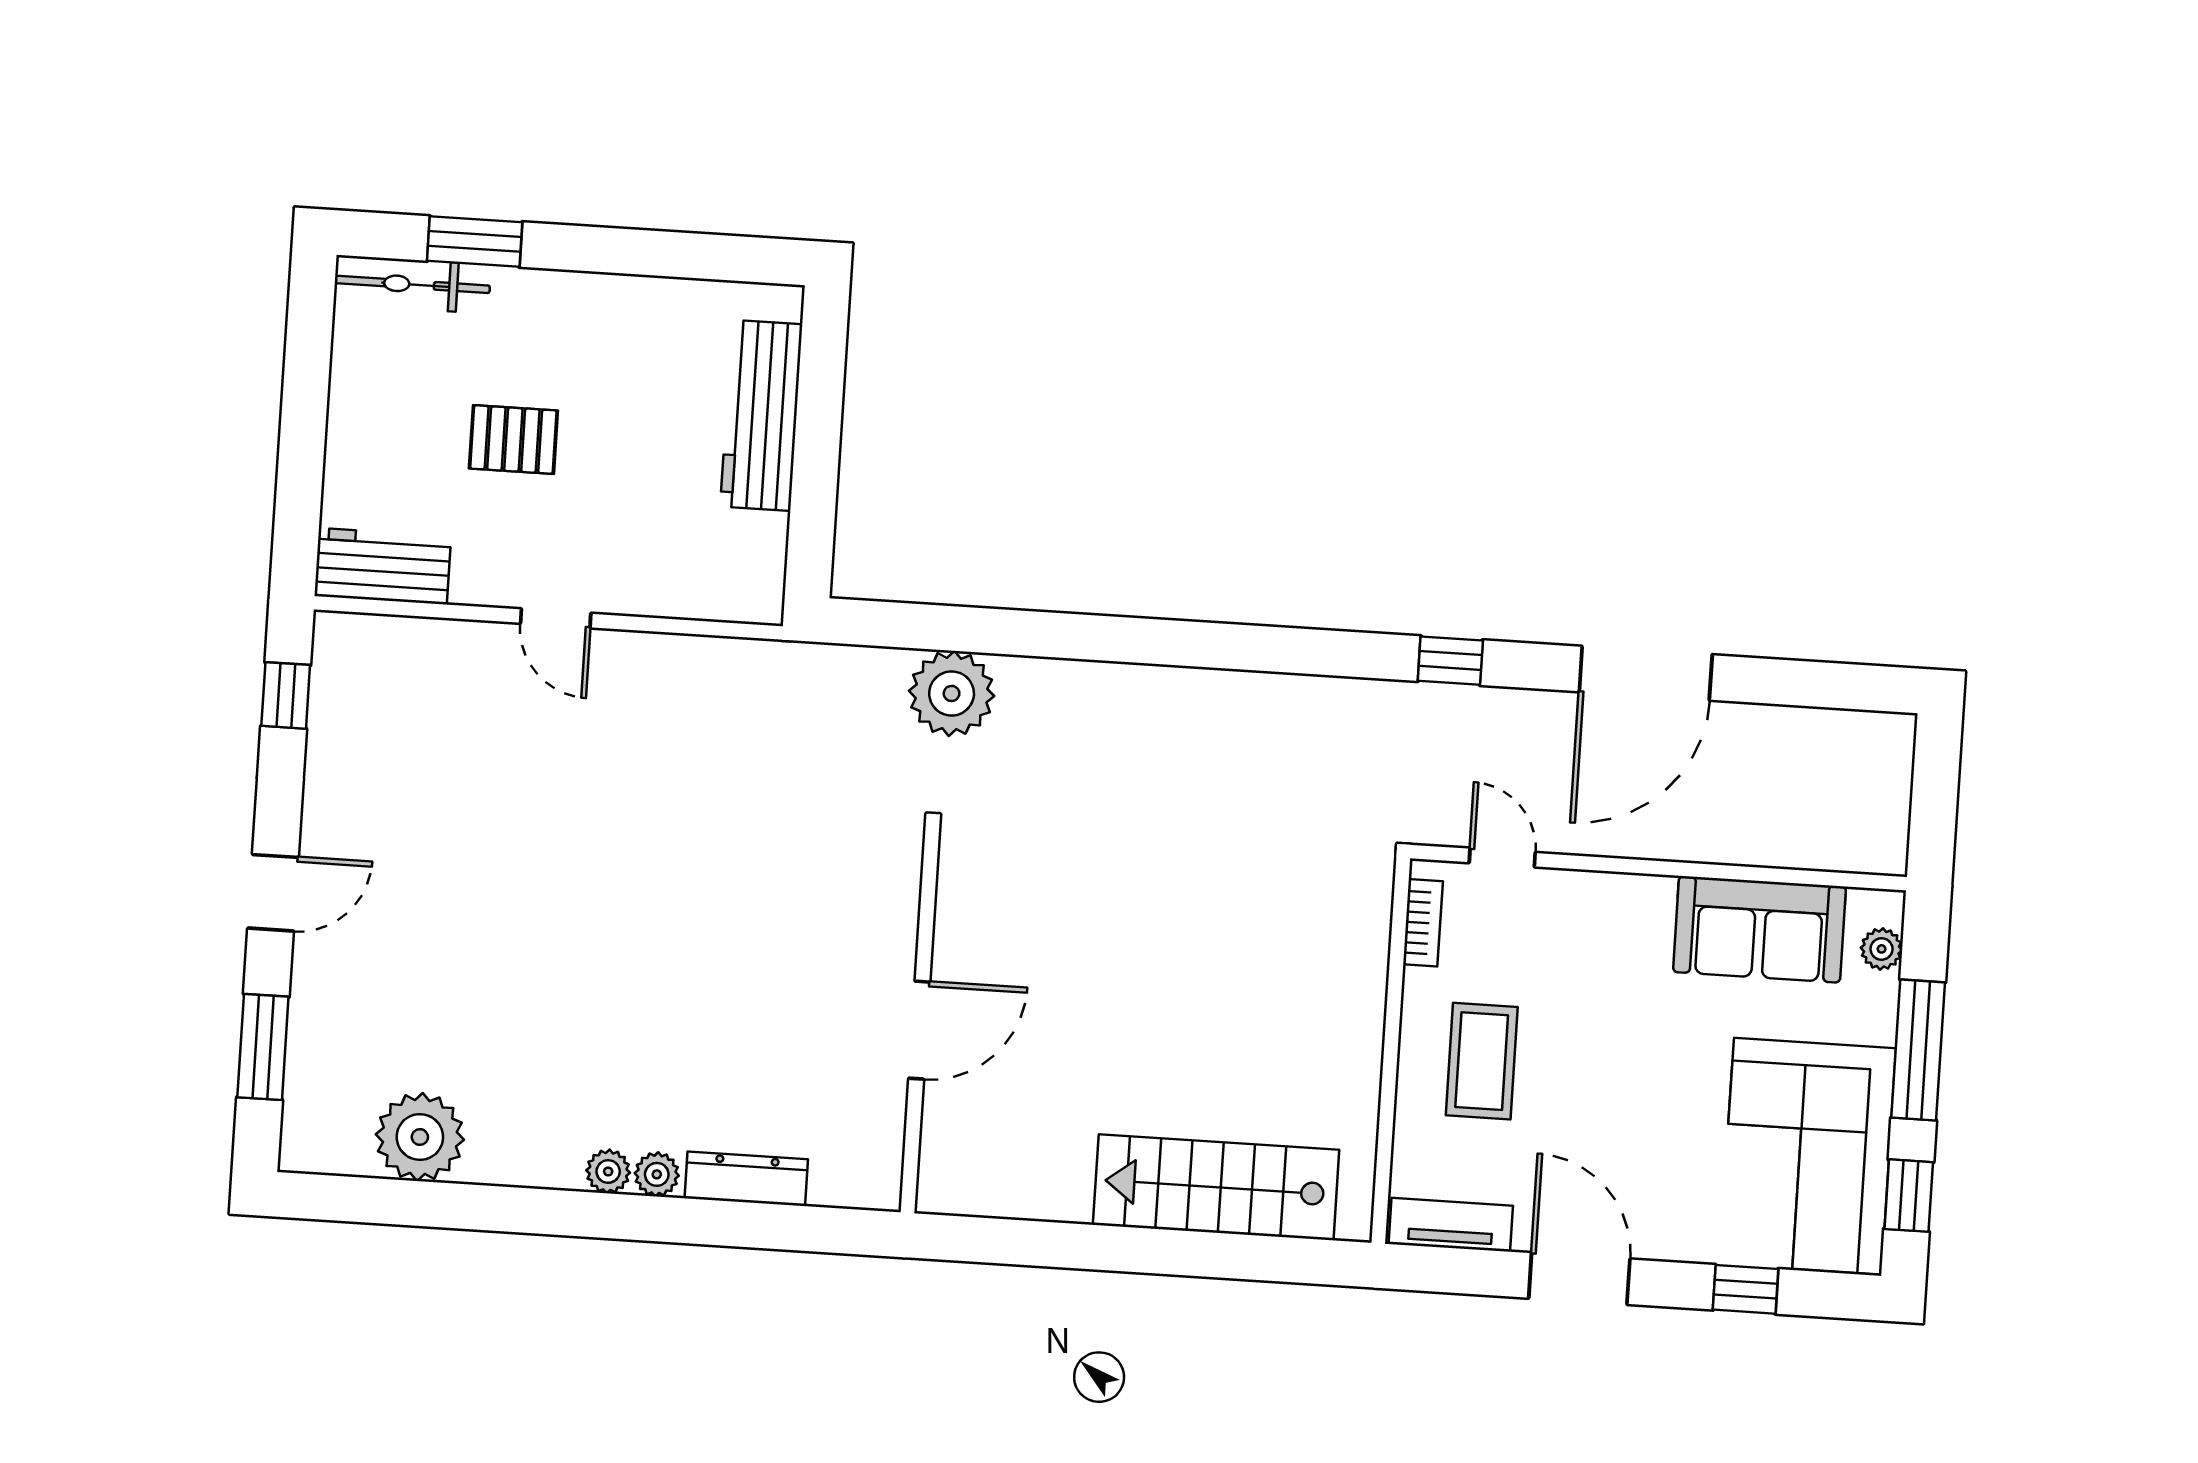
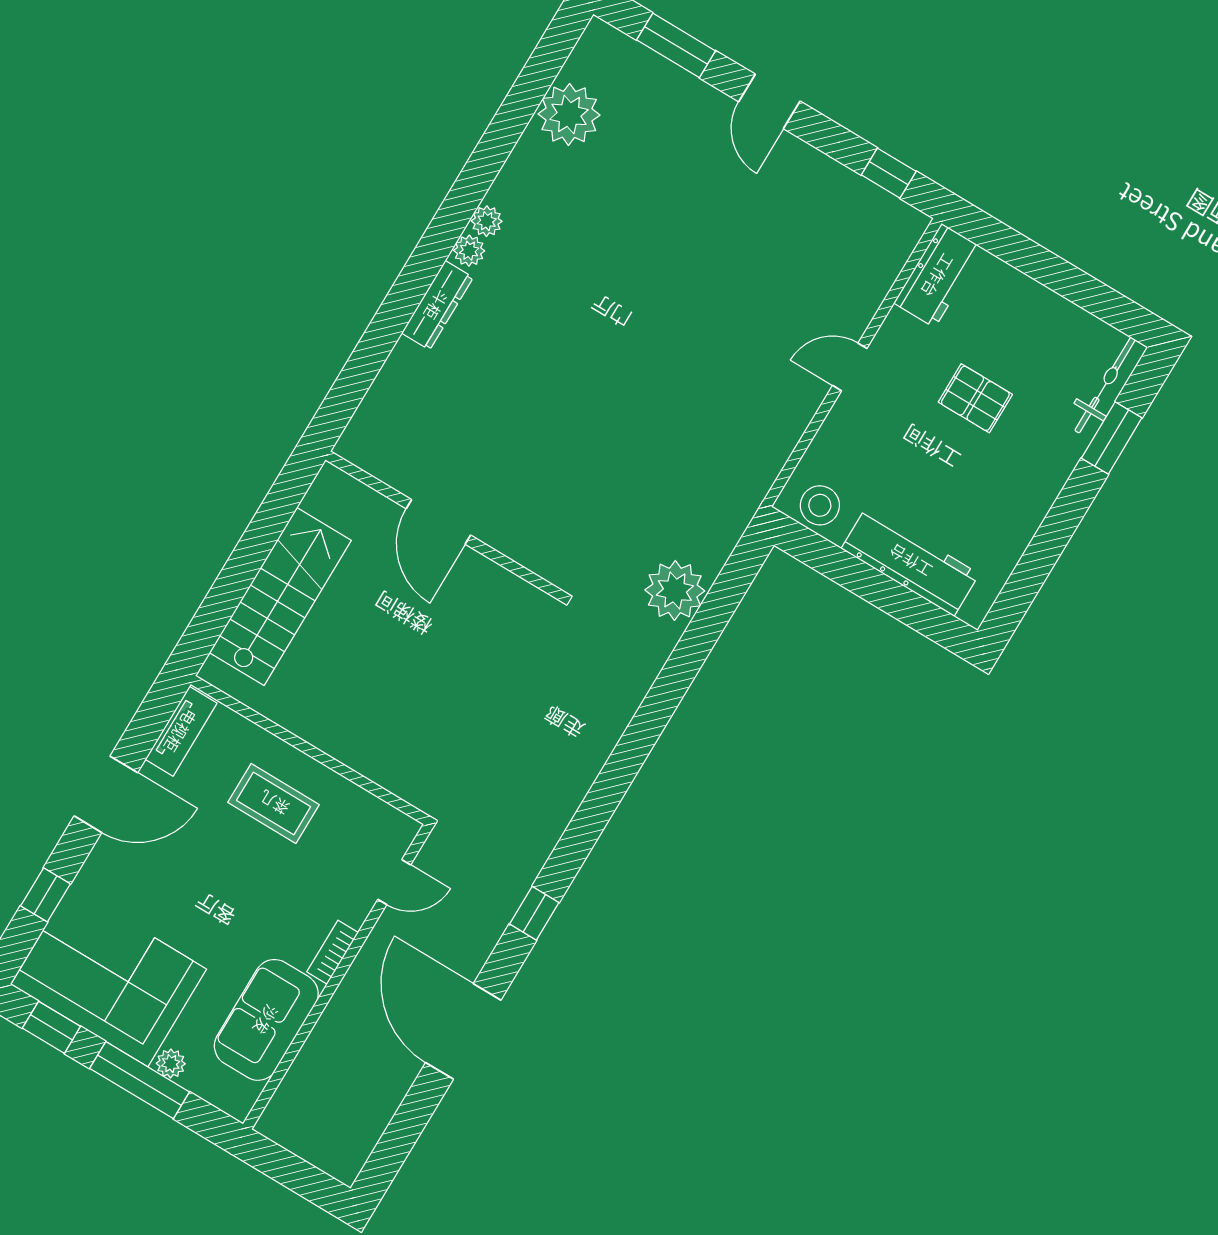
pallet: (513, 440) -> (975, 398), turned 90
stool: (750, 566) -> (820, 505), added
bookcase: (1423, 923) -> (333, 952), moved, turned 90
plant: (1882, 949) -> (171, 1064), moved
wall: (920, 1020) -> (444, 525), moved
door: (919, 1030) -> (438, 522), moved

